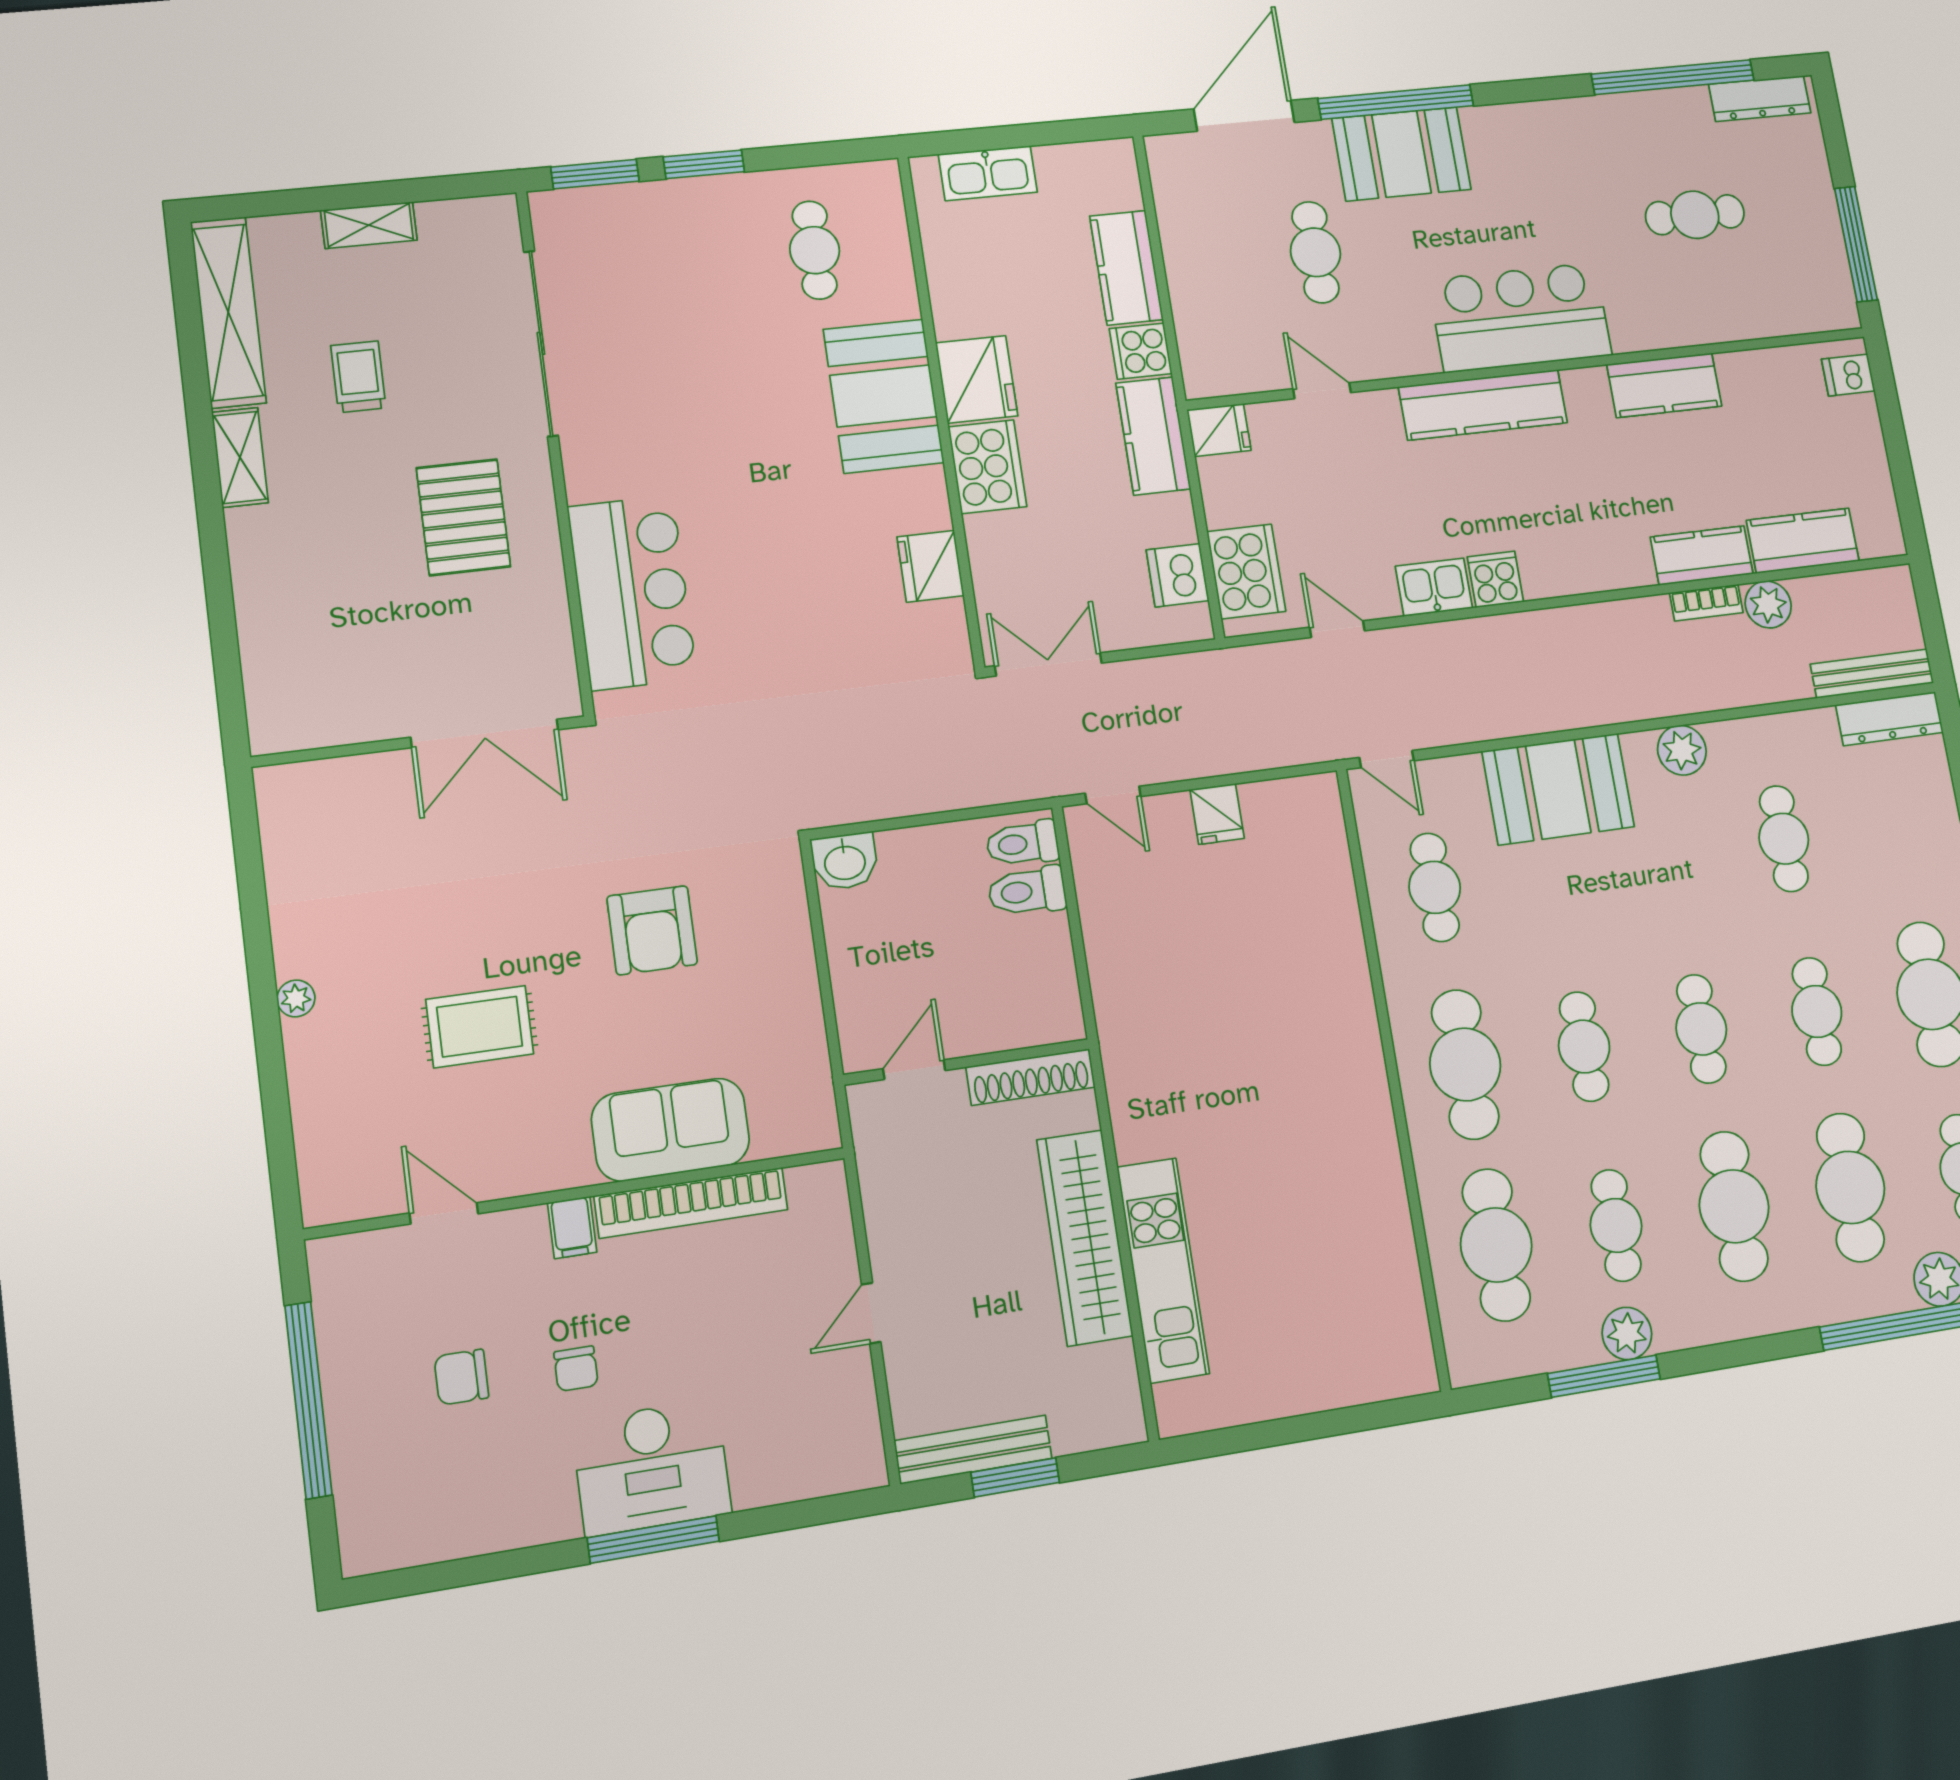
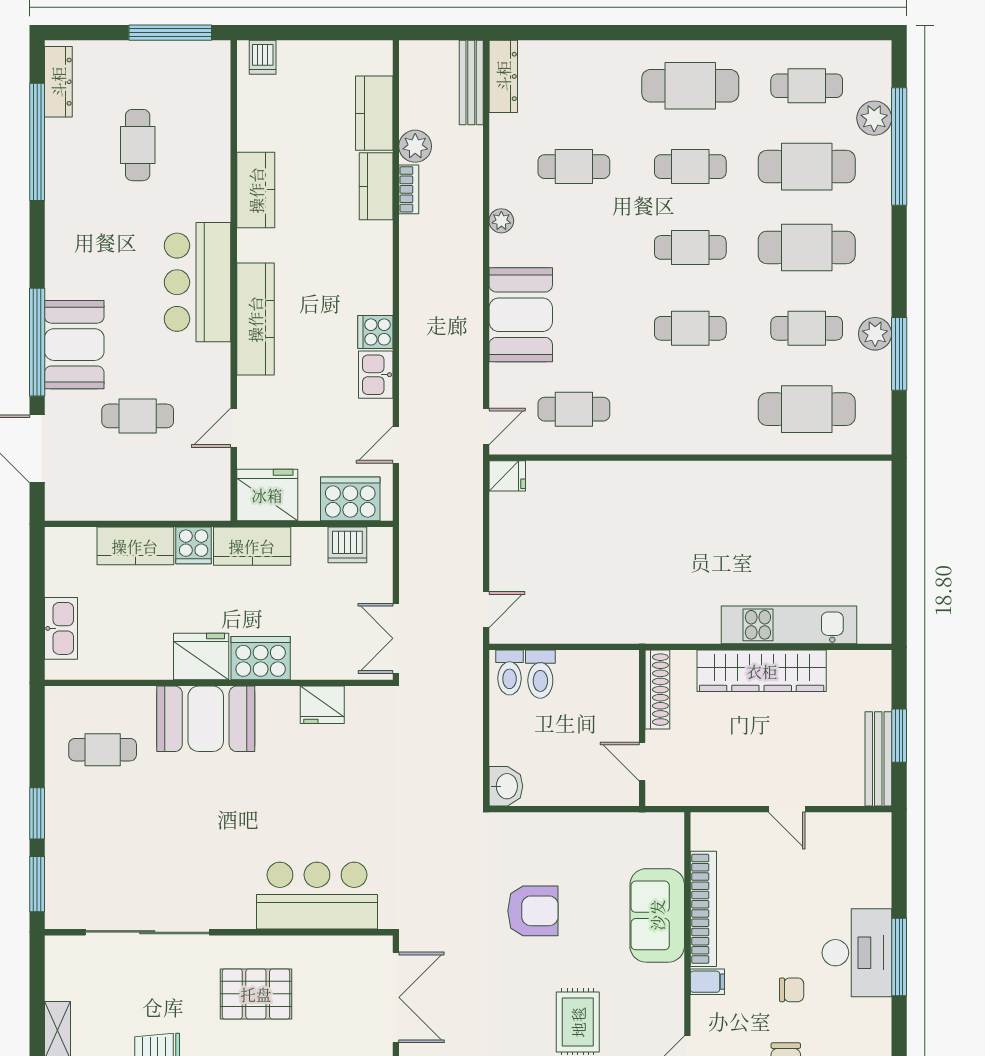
fridge: (1219, 430) -> (267, 495), width x1.88, depth x1.34
plant: (1682, 750) -> (501, 221), width x0.73, depth x0.73
fridge: (1217, 814) -> (507, 476), moved
cafe table: (1465, 1064) -> (690, 409), removed

